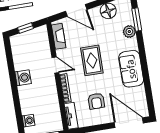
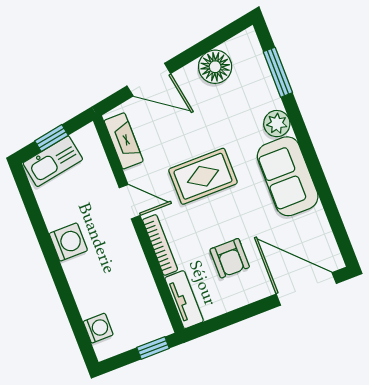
plant: (129, 32) -> (277, 124), moved
kitchen sink: (24, 39) -> (53, 161), added
rug: (92, 60) -> (203, 176), turned 90

